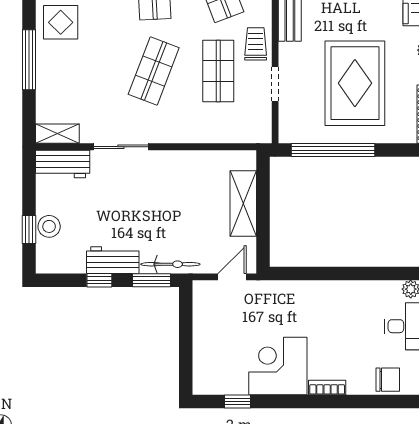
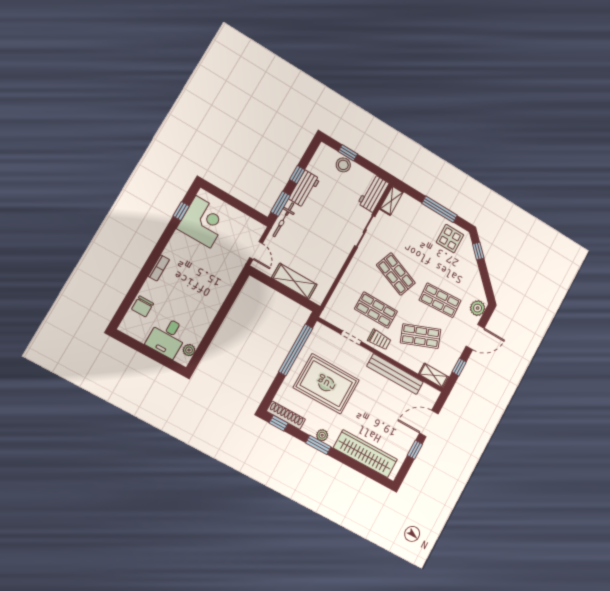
corner desk: (278, 366) -> (203, 222), moved

